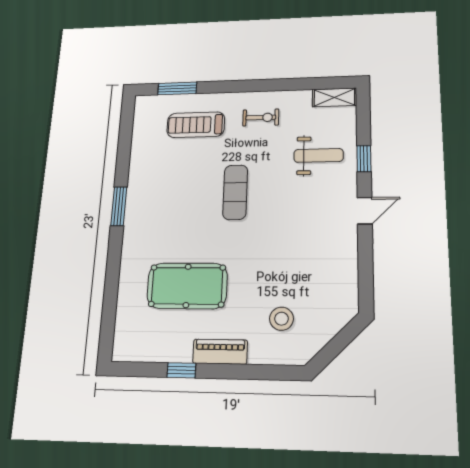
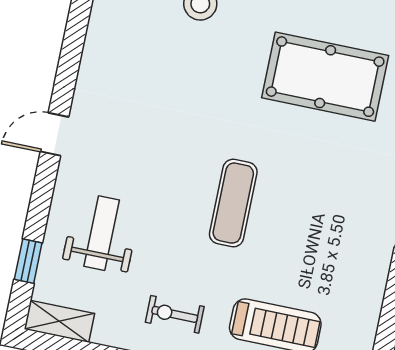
weight bench: (319, 155) -> (102, 233), turned 90
window: (364, 159) -> (28, 261), moved

